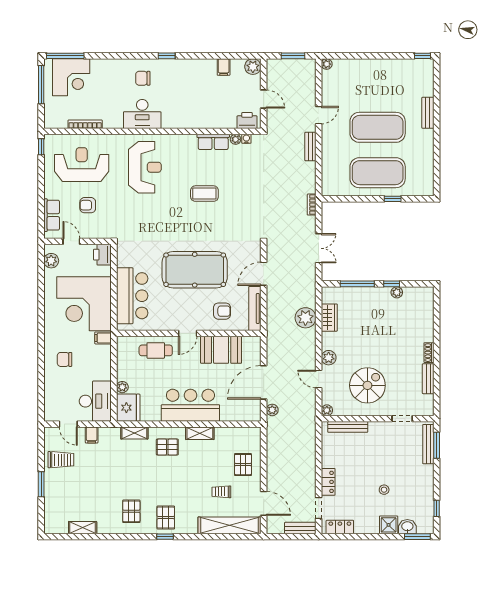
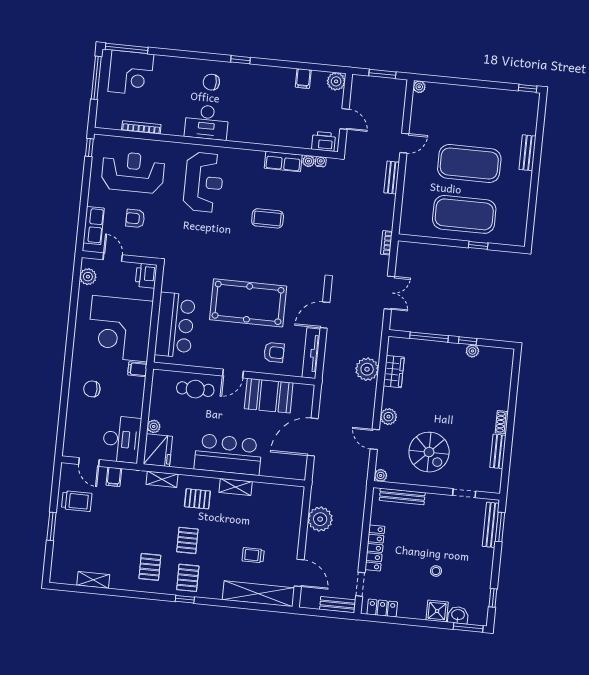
spiral stairs: (367, 385) -> (429, 452), turned 90
plant: (272, 410) -> (320, 519), moved, width x1.87, depth x1.87
pallet: (243, 465) -> (187, 540), moved
locker: (328, 482) -> (375, 548), width x1.53

